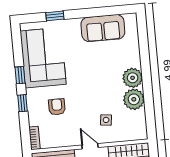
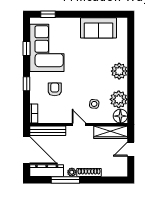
window: (55, 16) -> (48, 14), moved
window: (20, 75) -> (27, 49), moved
plant: (134, 99) -> (119, 99), moved
floor lamp: (139, 132) -> (120, 116), added

